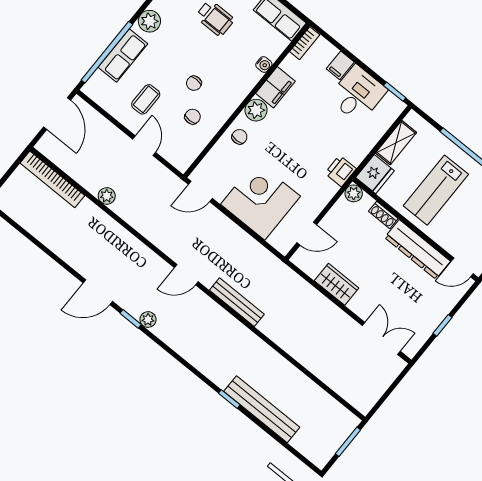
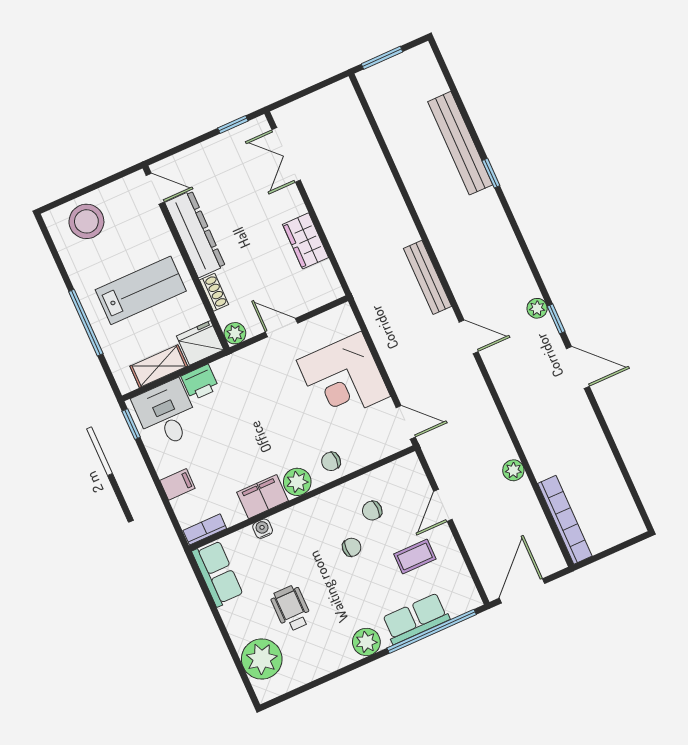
desk: (358, 94) -> (166, 414), moved, turned 90
printer: (340, 171) -> (200, 382), moved
door: (307, 234) -> (281, 328), moved
window: (443, 325) -> (233, 125), moved

